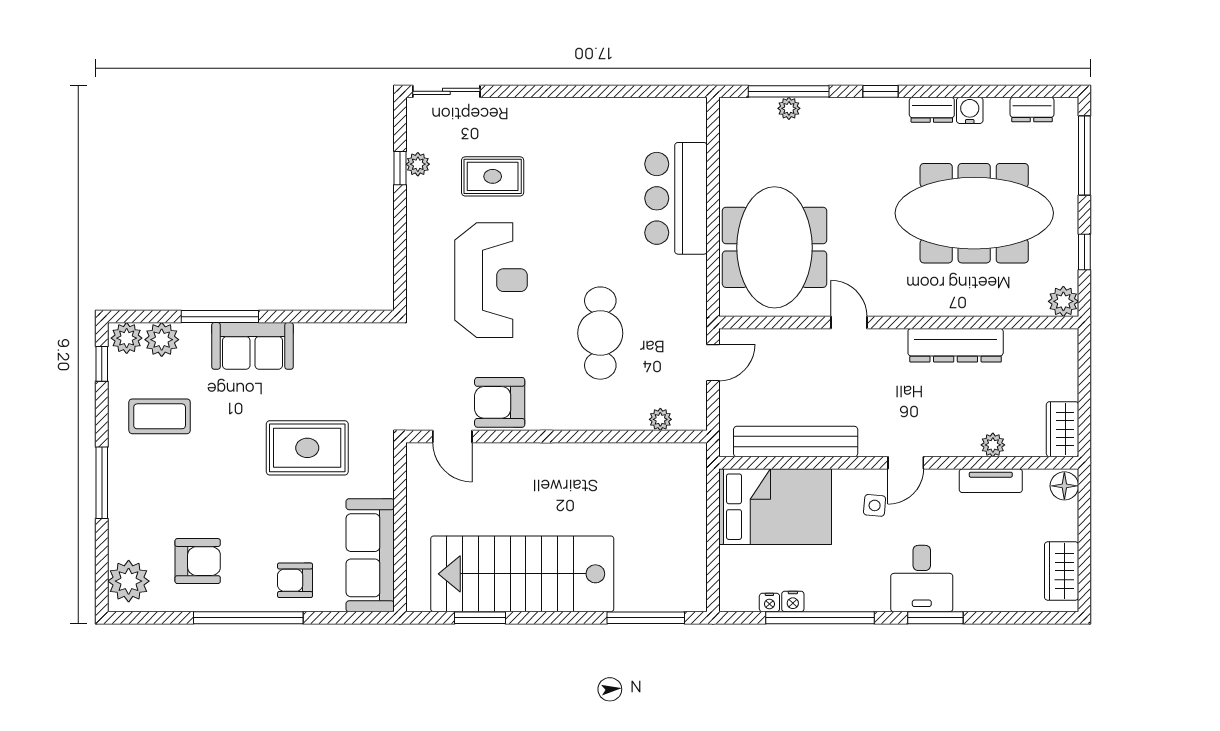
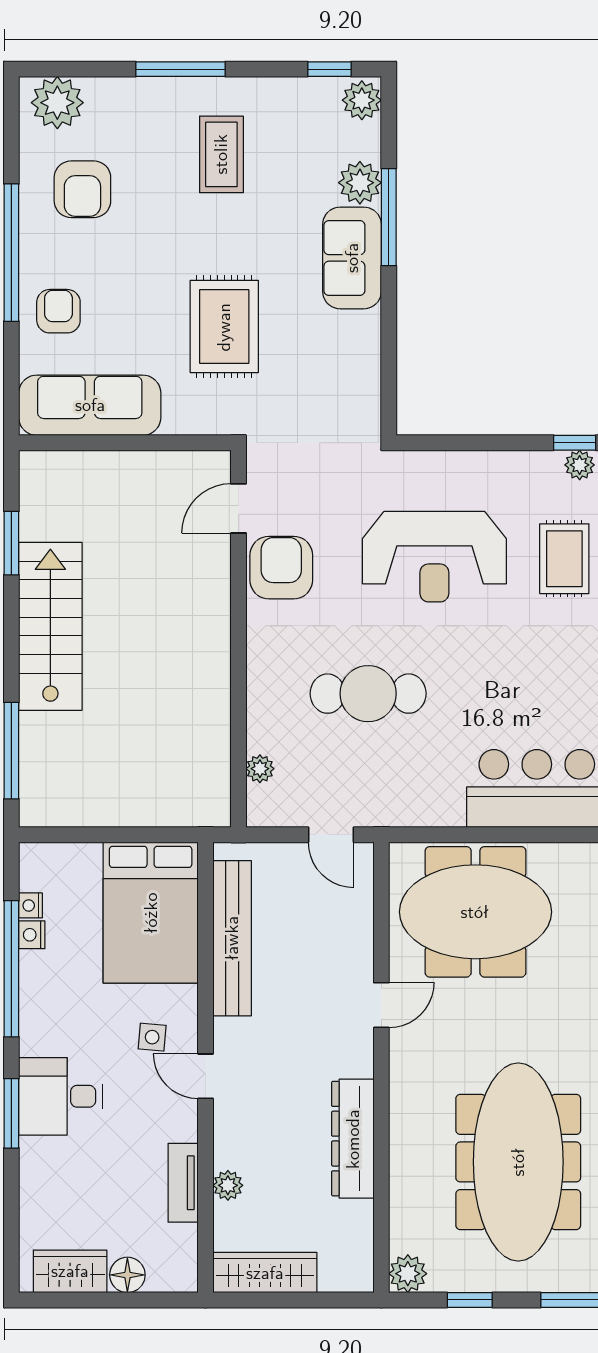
plant: (162, 340) -> (360, 183), moved
coffee table: (160, 416) -> (221, 154), moved
wardrobe: (1062, 429) -> (265, 1273), width x1.50
floor lamp: (1064, 486) -> (127, 1275), moved
stairs: (522, 574) -> (50, 626), width x0.73, depth x0.66

